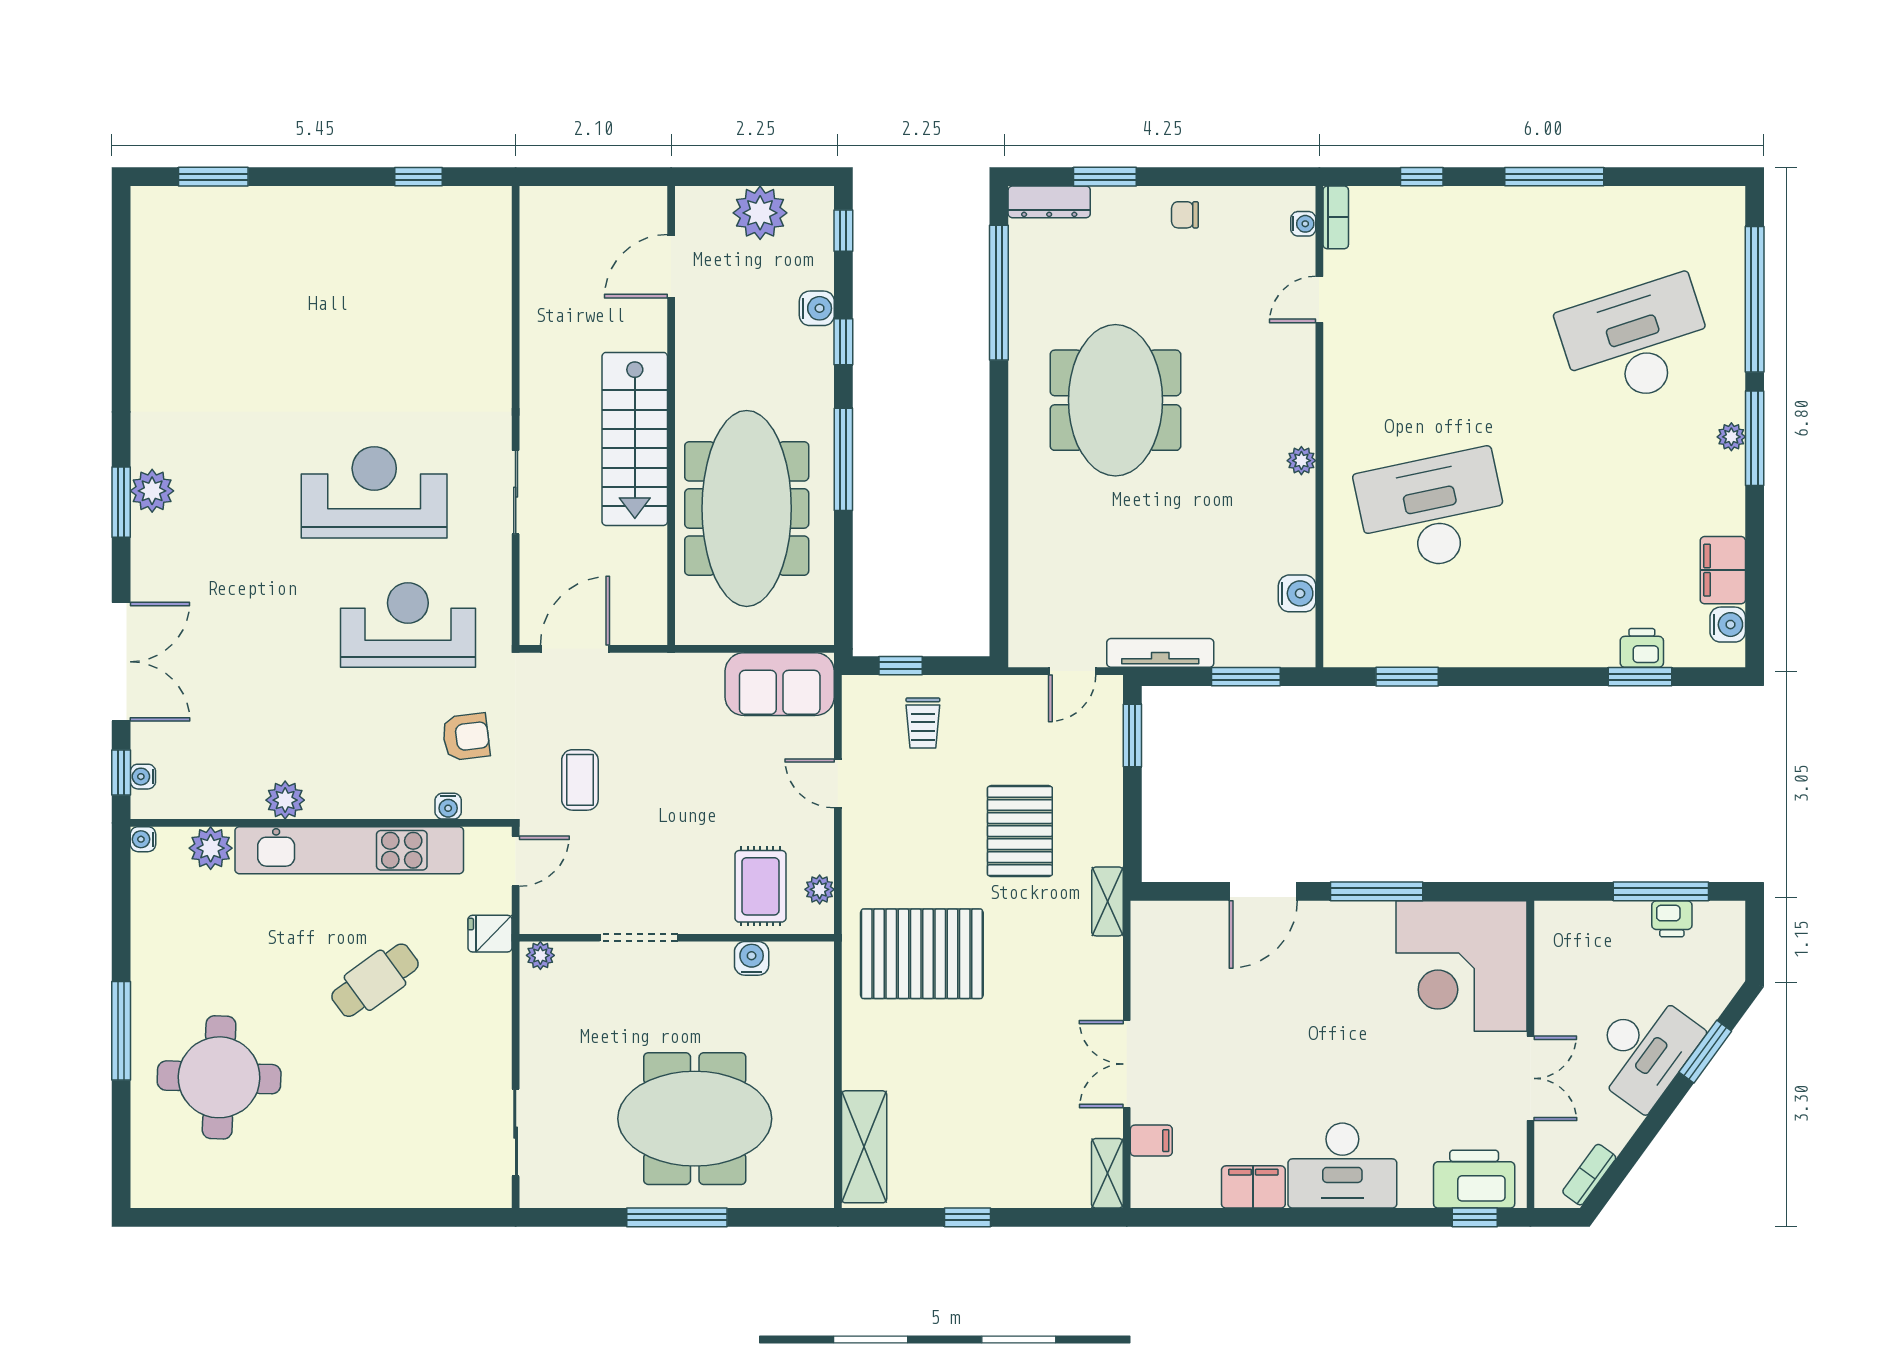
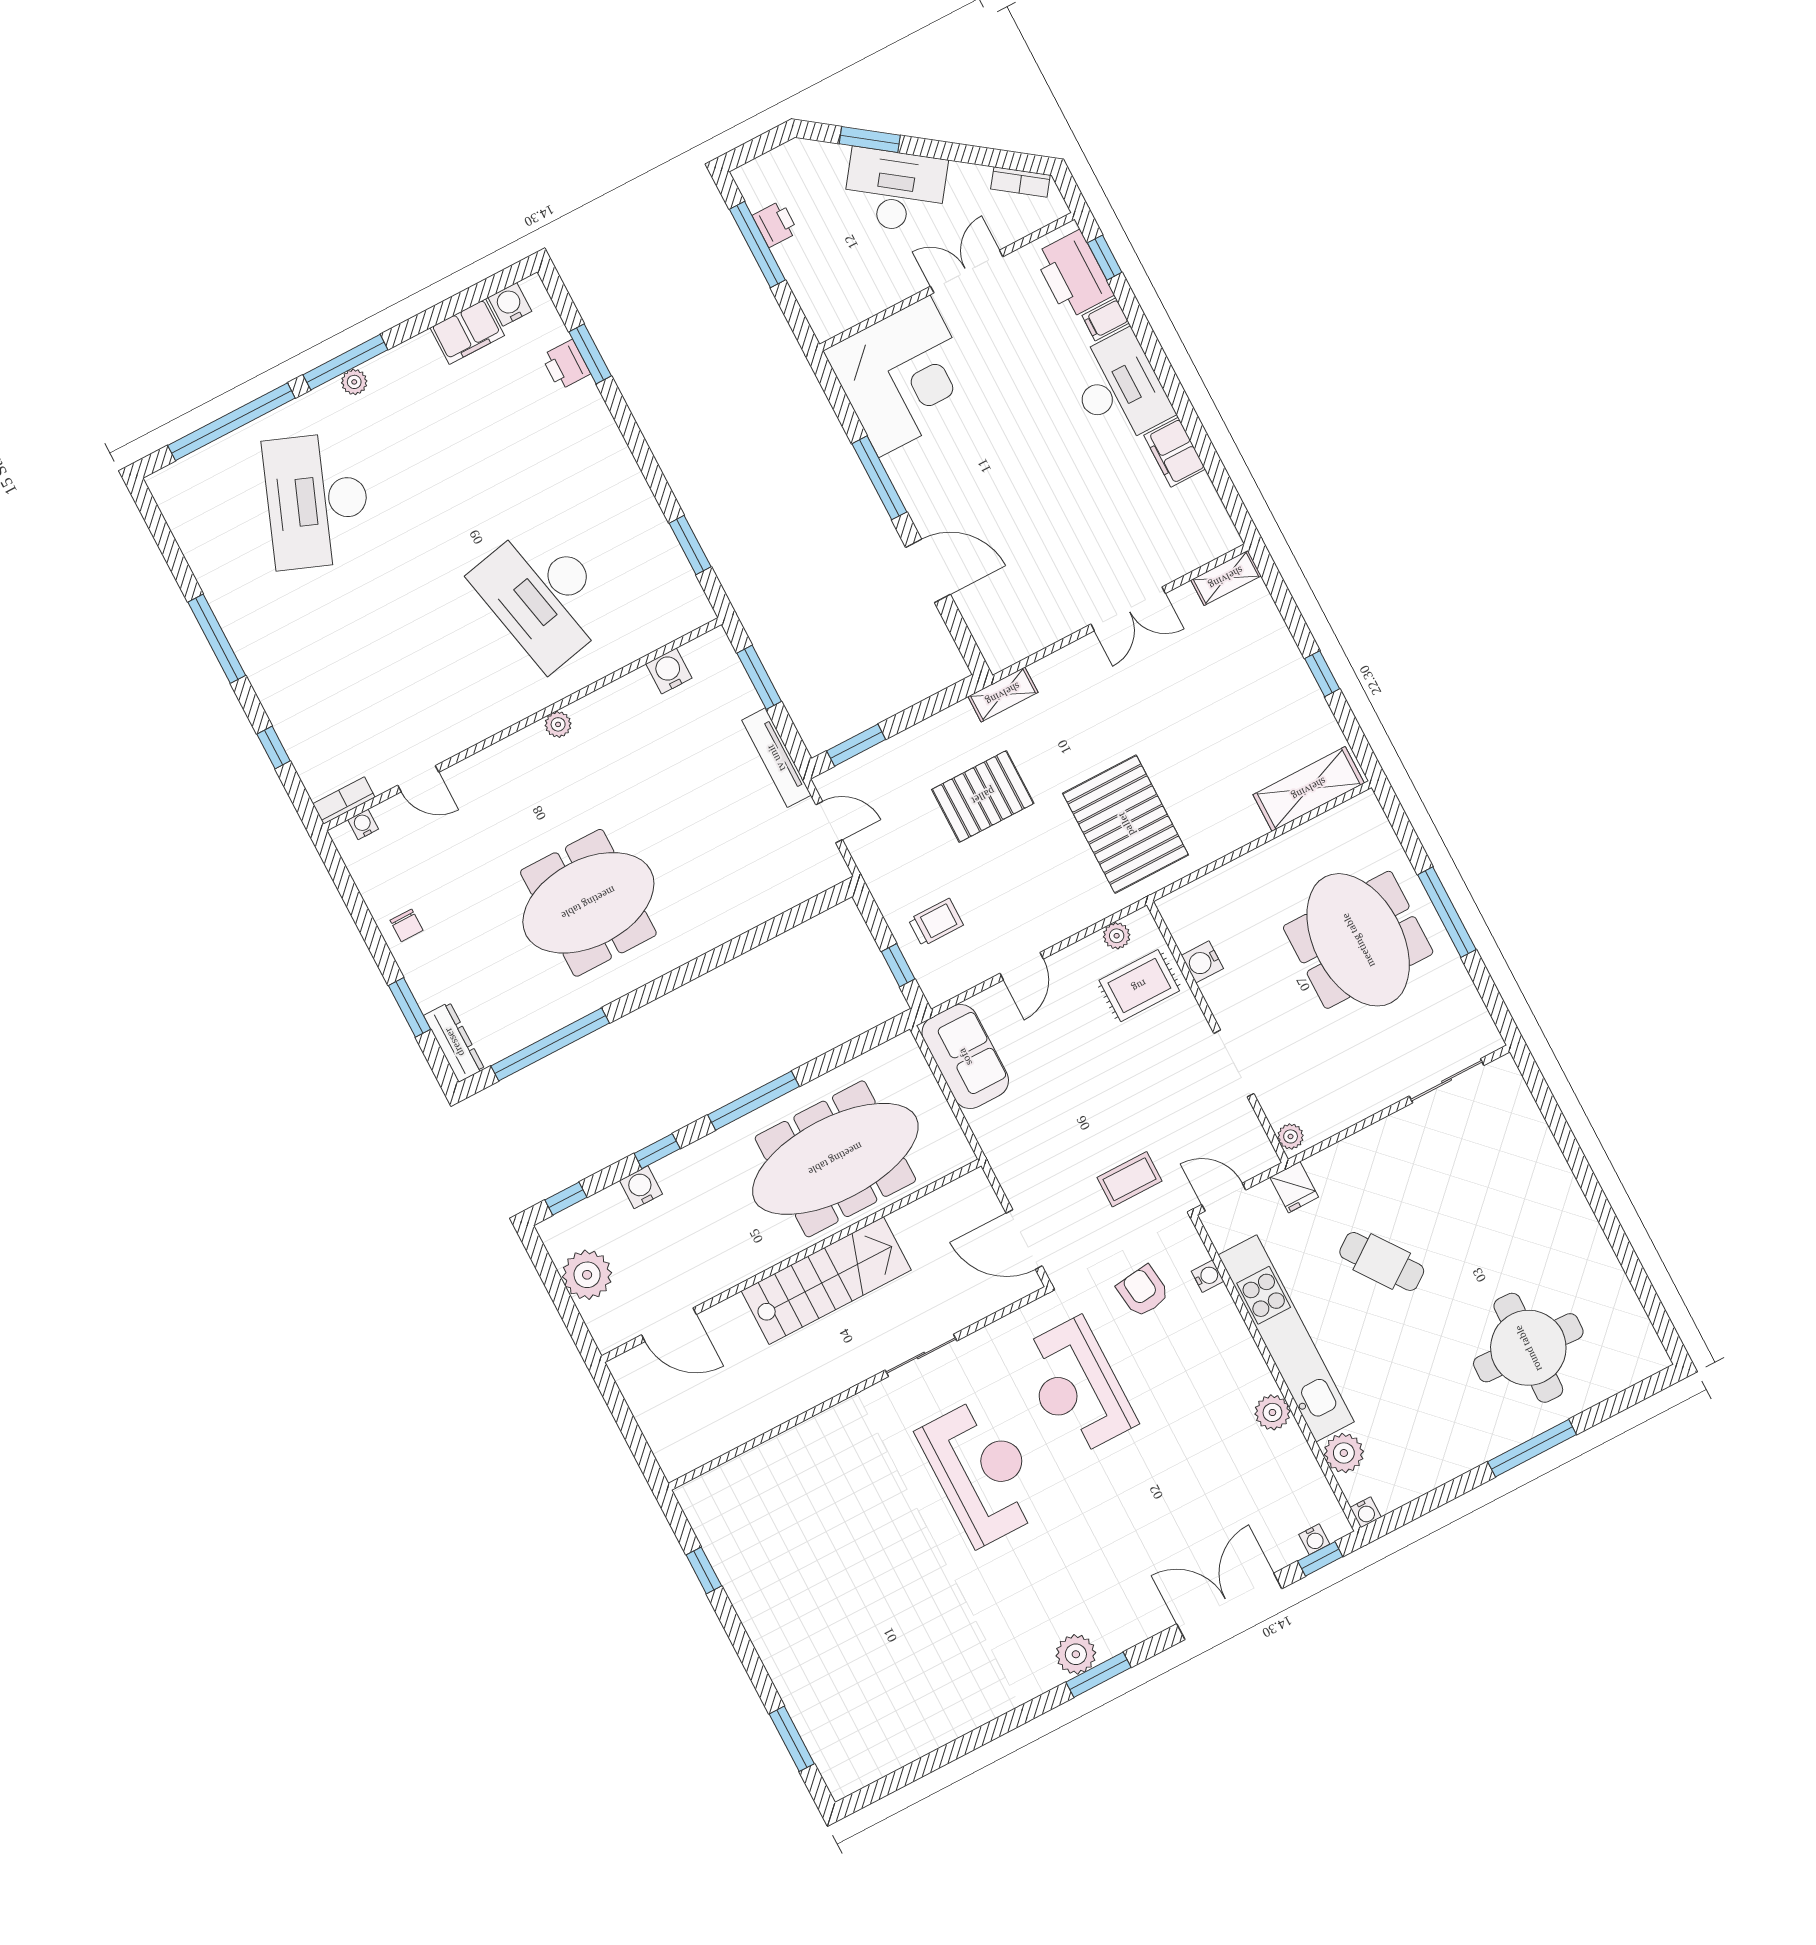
desk: (1636, 342) -> (317, 501), turned 39
reception desk: (374, 492) -> (982, 1471), turned 180
filing cabinet: (1151, 1141) -> (1106, 319), moved, turned -90

